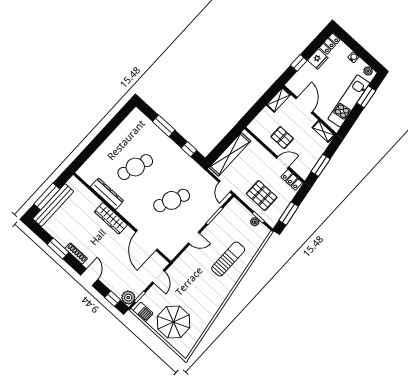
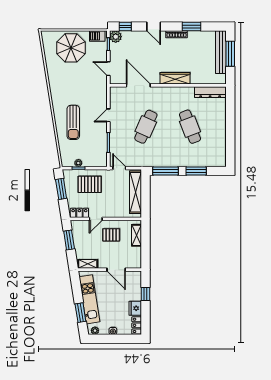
shelving: (278, 100) -> (136, 235), moved
window: (189, 149) -> (165, 171), width x2.17
cafe table: (135, 167) -> (190, 127), turned -39
dresser: (107, 194) -> (210, 92), moved

